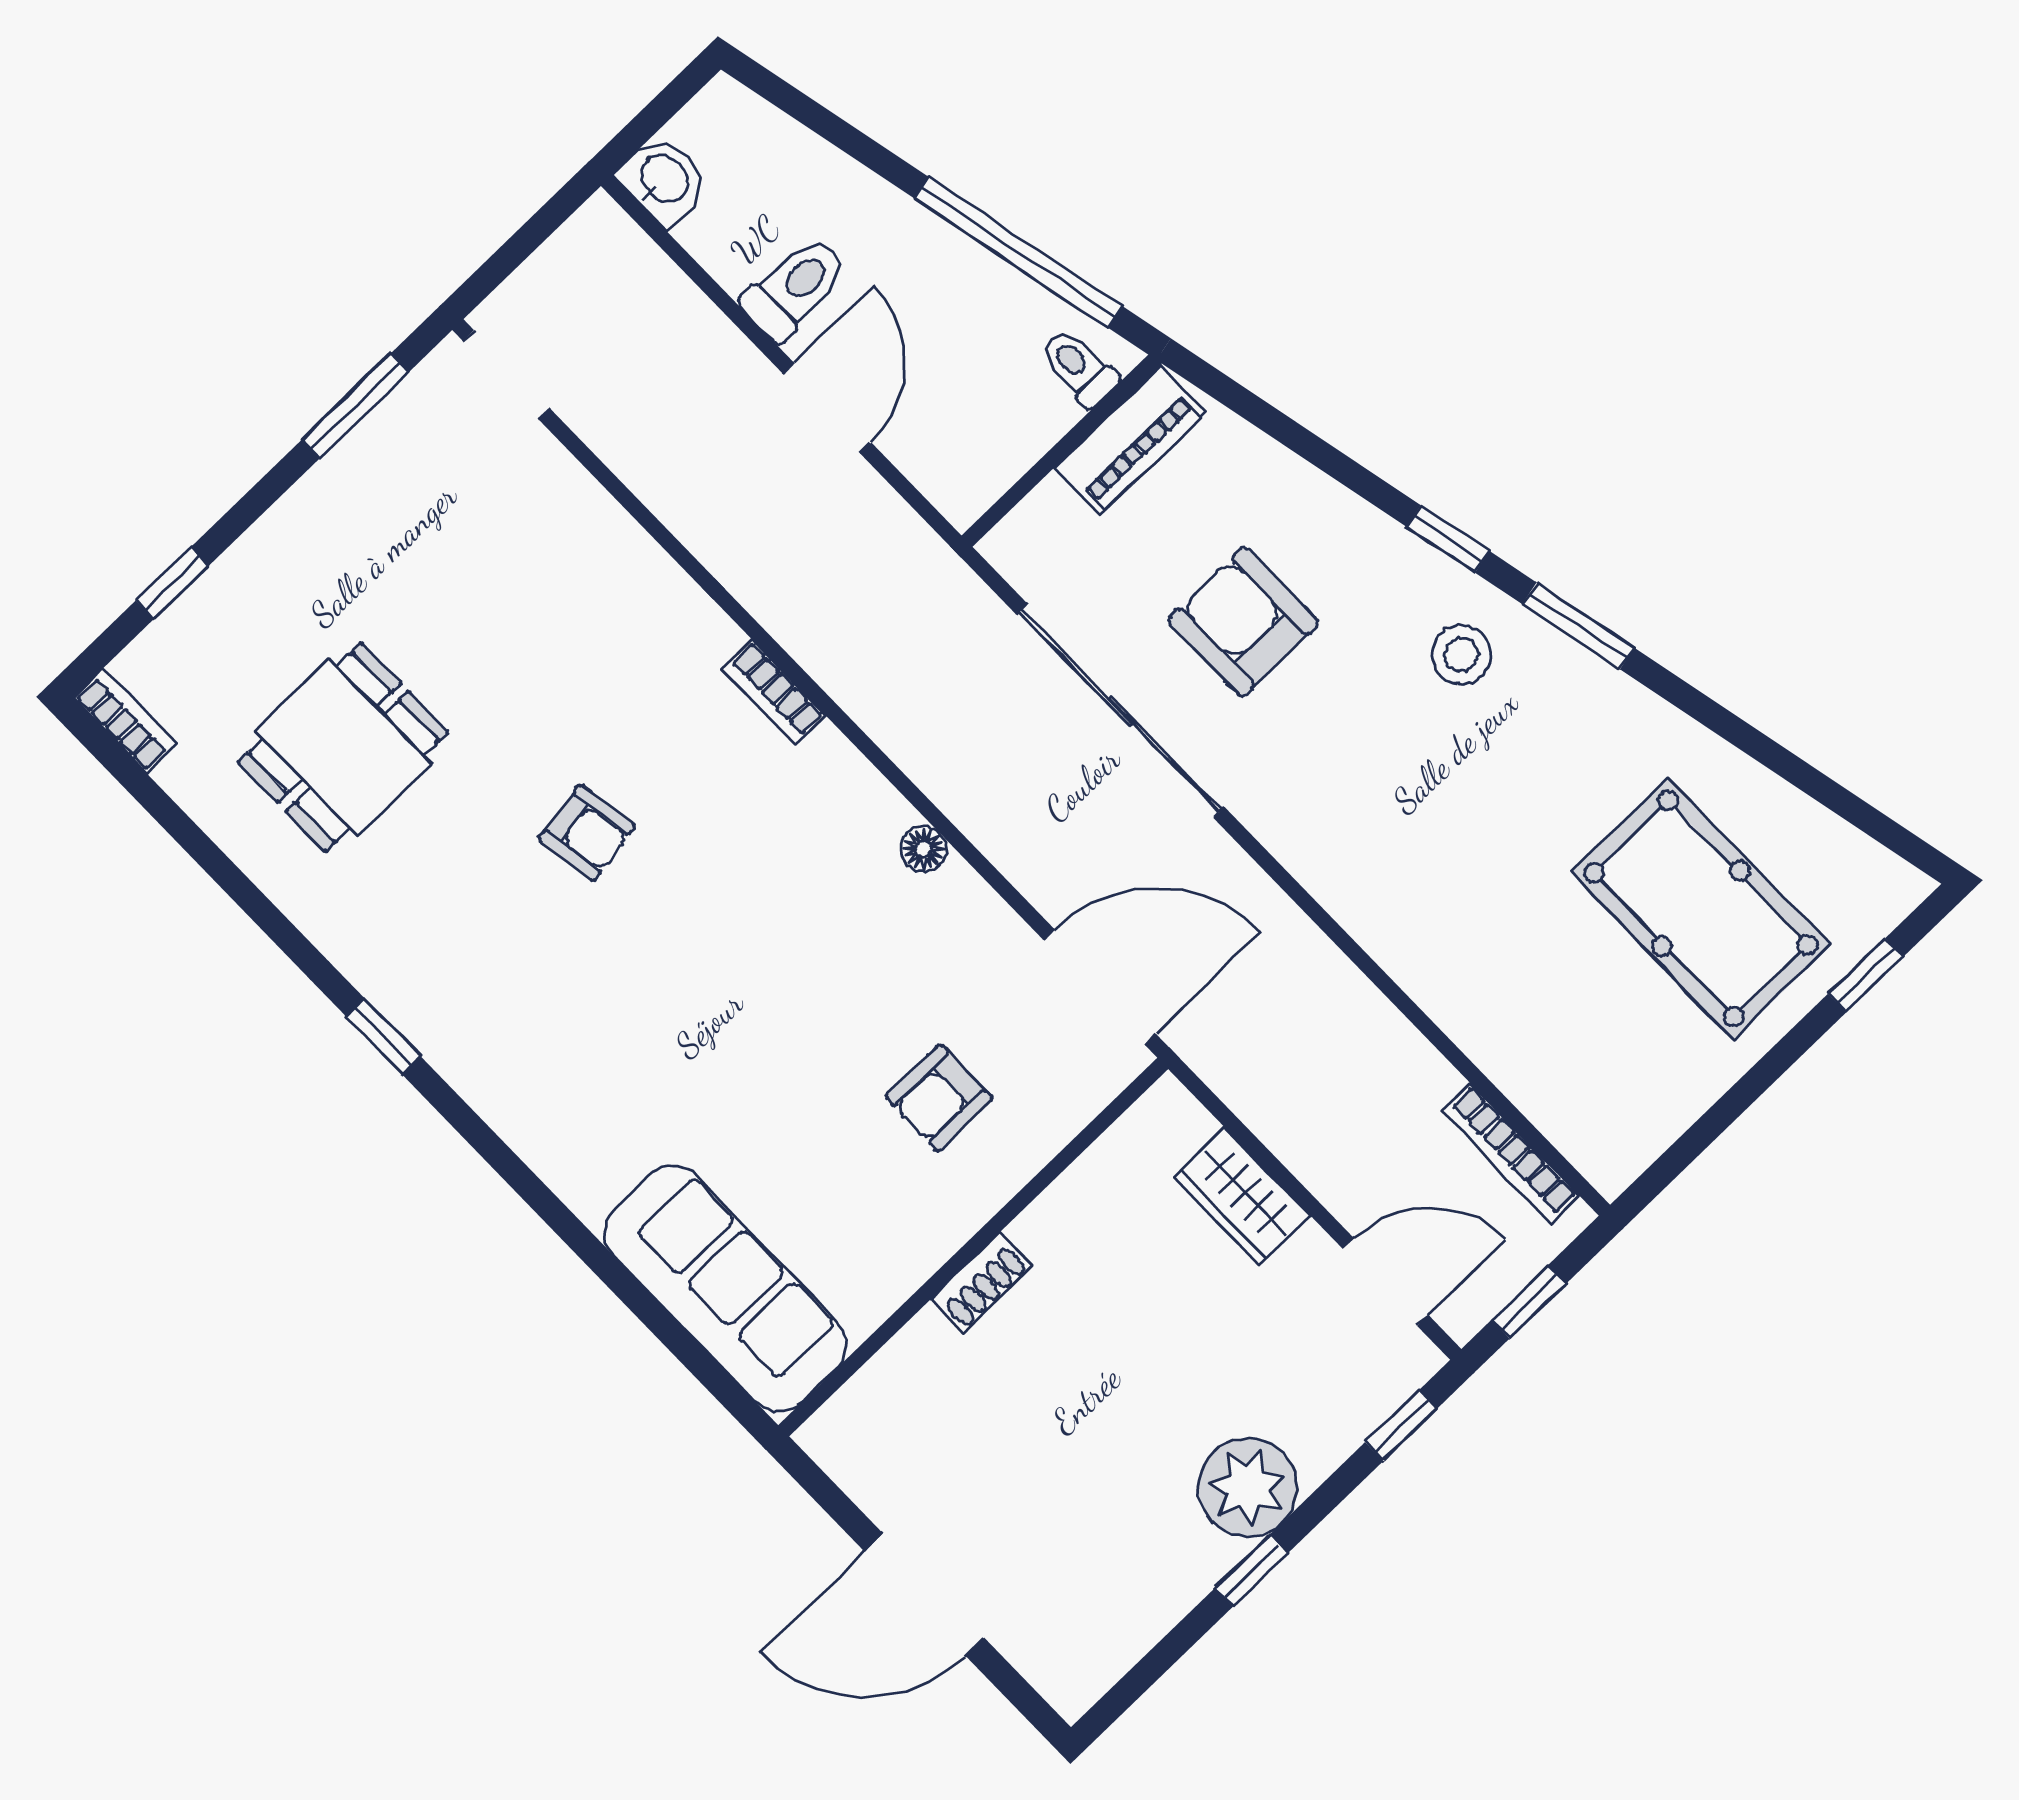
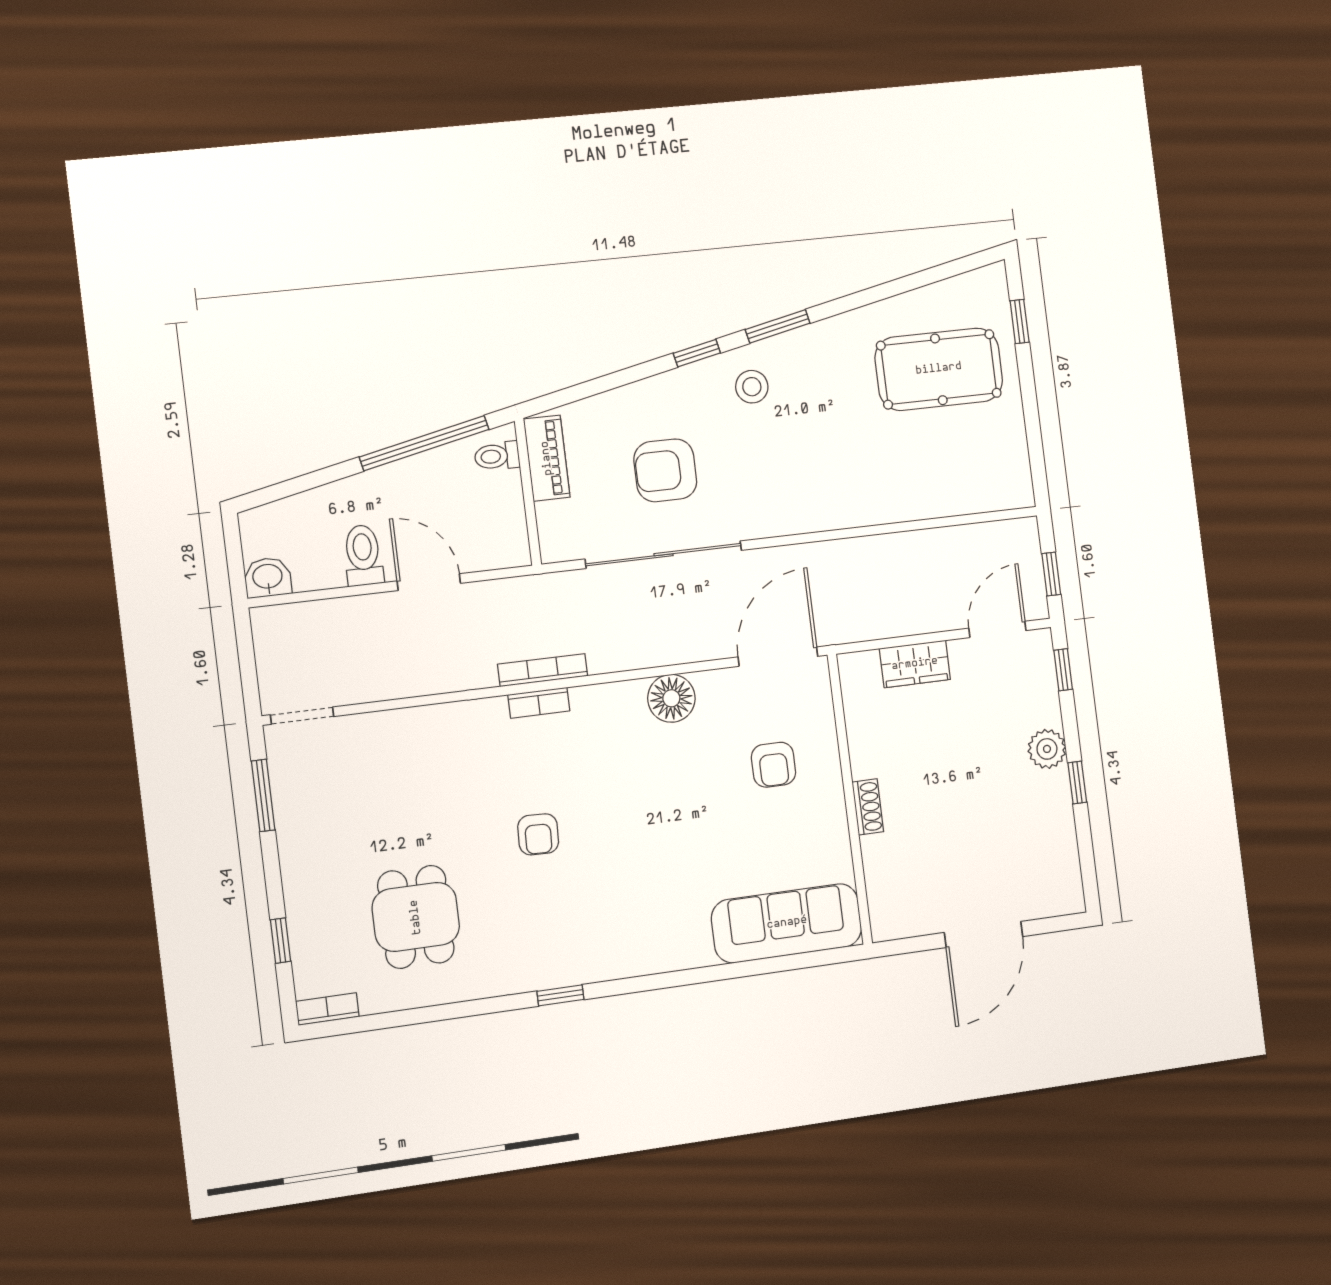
armchair: (587, 833) -> (538, 834), turned 101
floor lamp: (923, 849) -> (671, 698), width x1.89, depth x1.89
bookcase: (1510, 1153) -> (543, 670), moved, turned 180
plant: (1248, 1487) -> (1047, 749), width x0.73, depth x0.73

